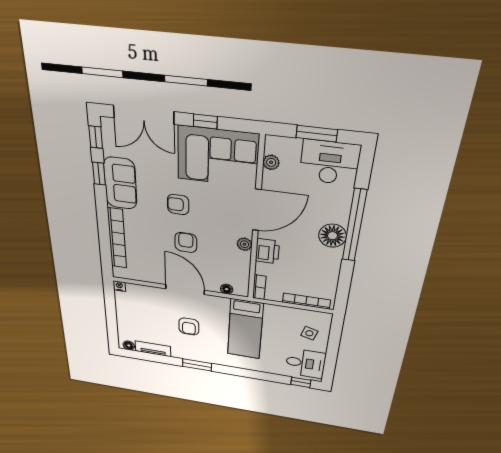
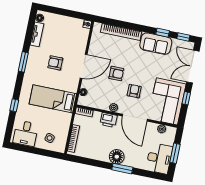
armchair: (178, 205) -> (134, 91), moved
window: (354, 226) -> (122, 169), width x0.47
window: (301, 382) -> (14, 105), moved

